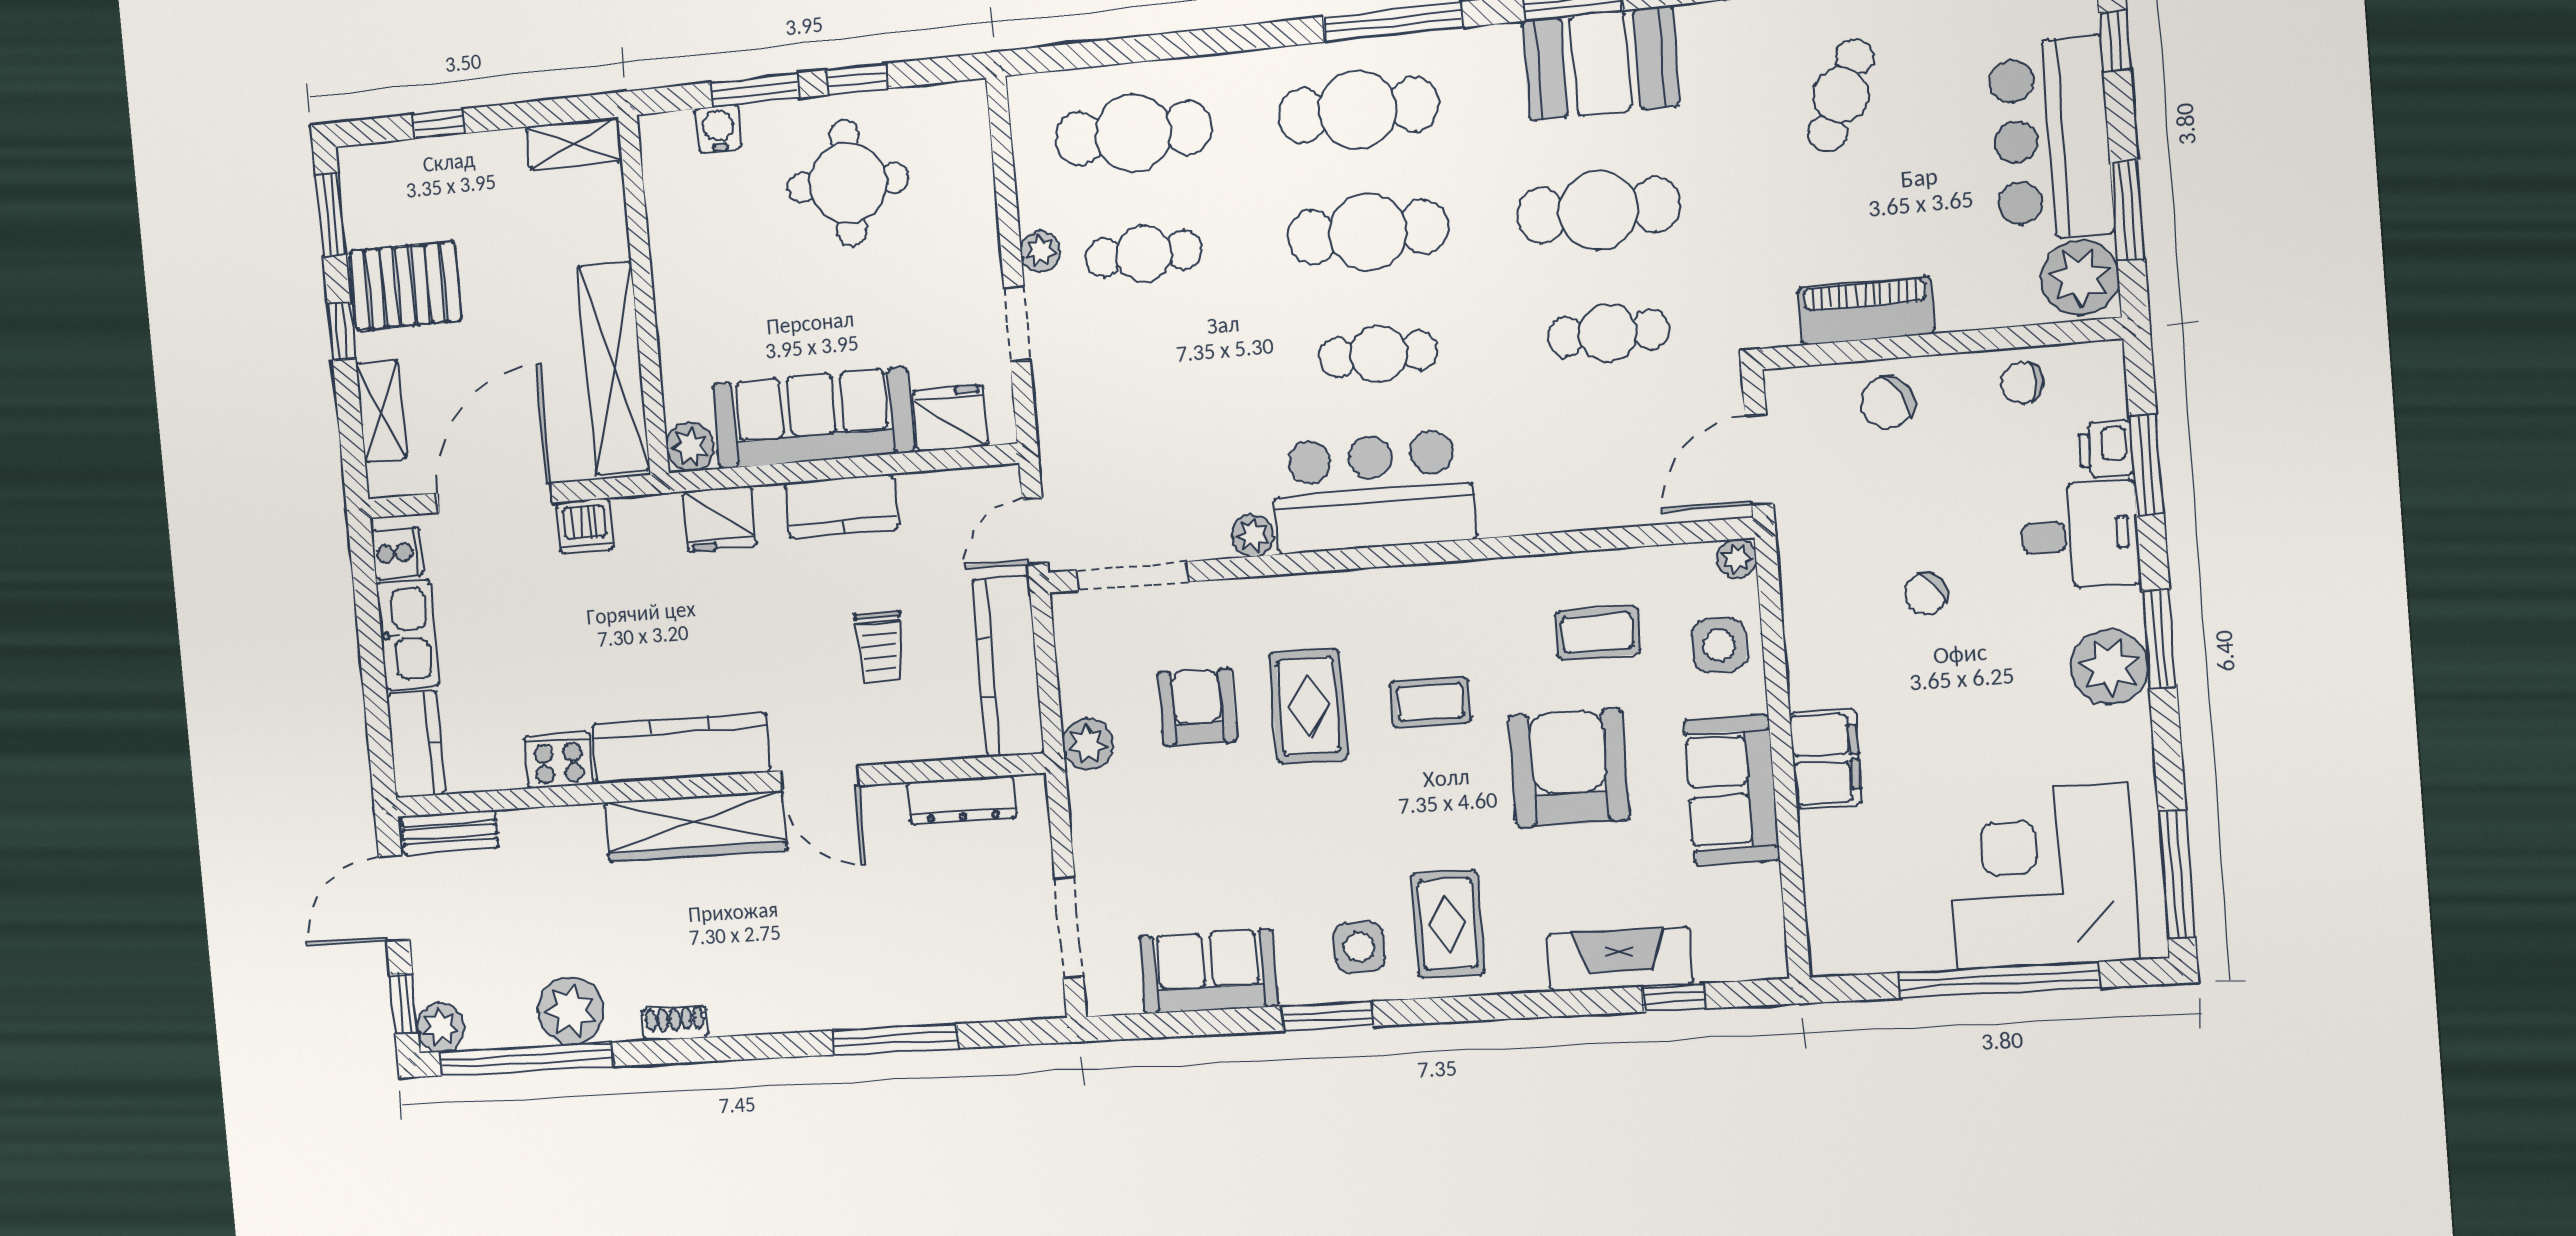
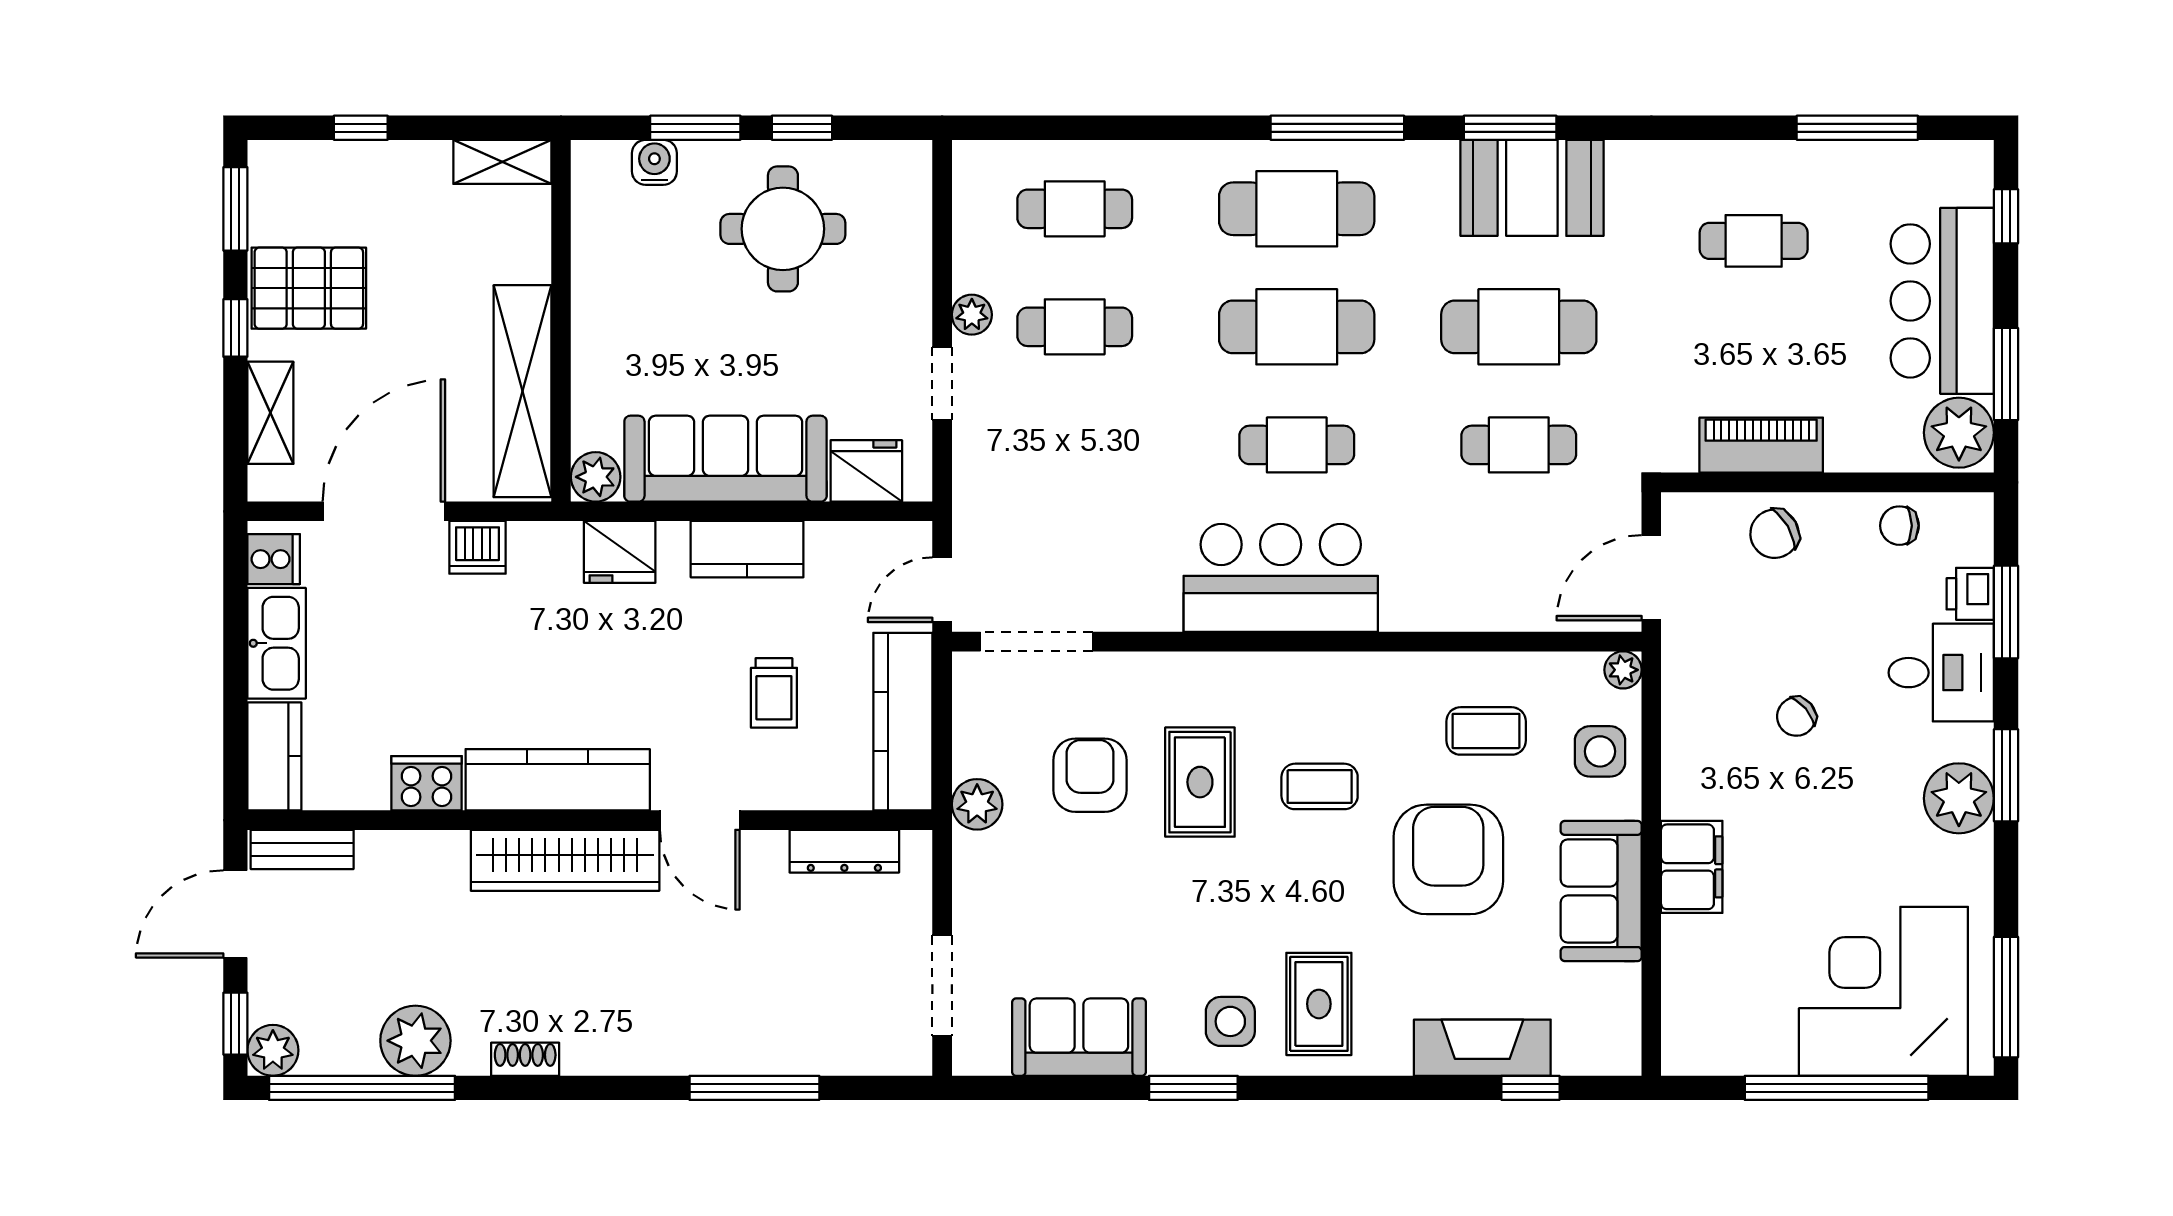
cafe table: (1841, 95) -> (1754, 241), turned 66
cafe table: (1133, 133) -> (1075, 209), width x0.73, depth x0.74
plant: (1253, 536) -> (1159, 611), removed

